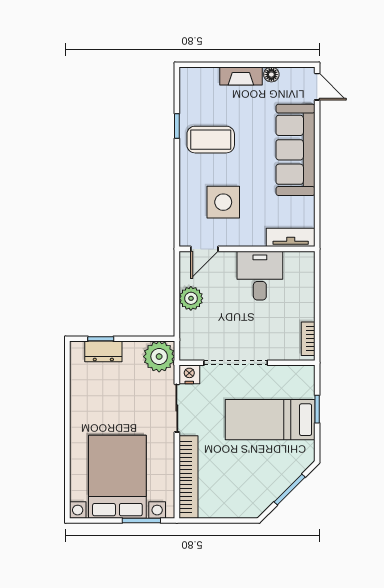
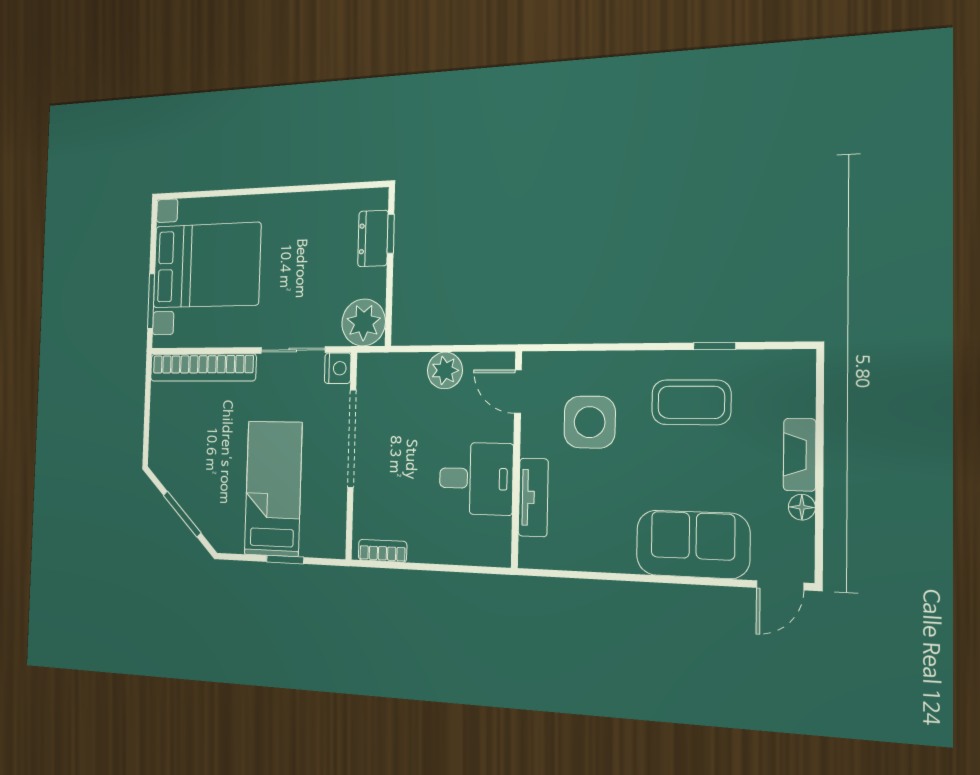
coffee table: (211, 140) -> (691, 402), turned 90
sofa: (295, 150) -> (693, 544), width x0.73
tv unit: (291, 237) -> (533, 497), moved

